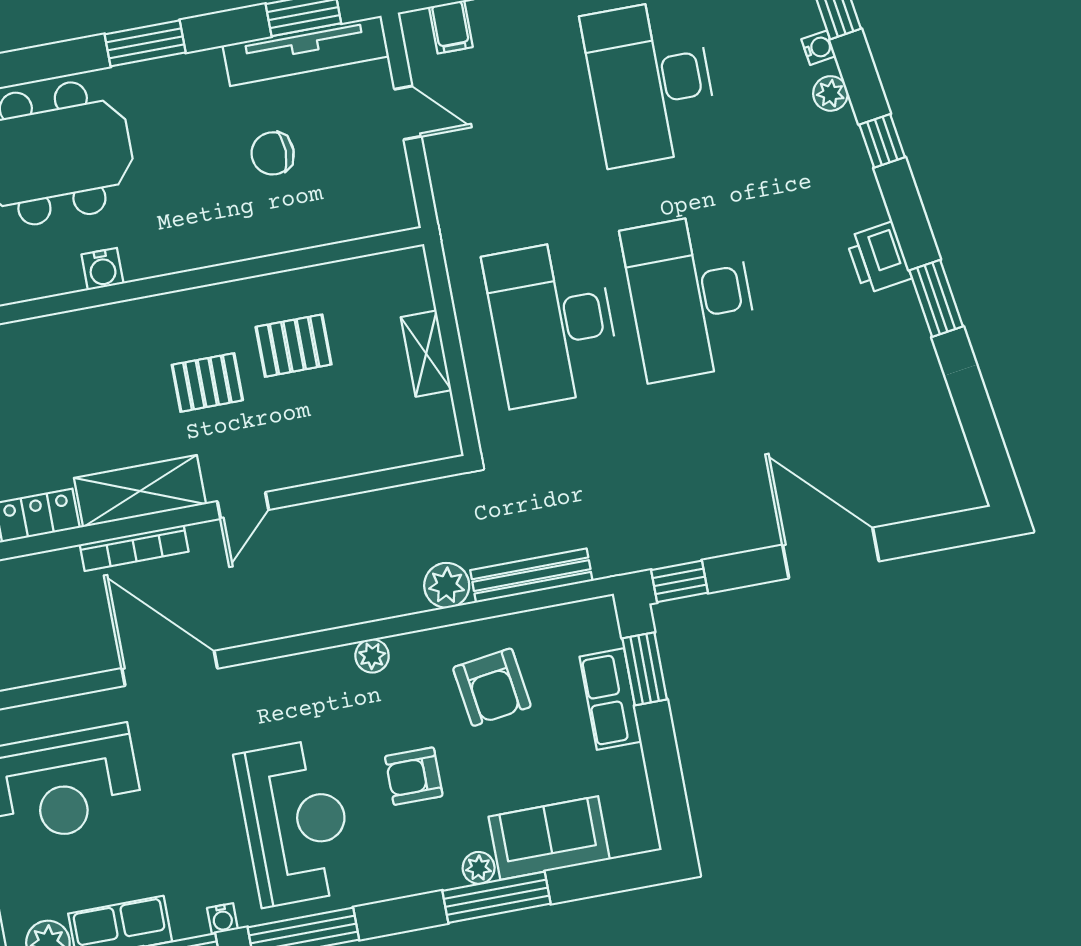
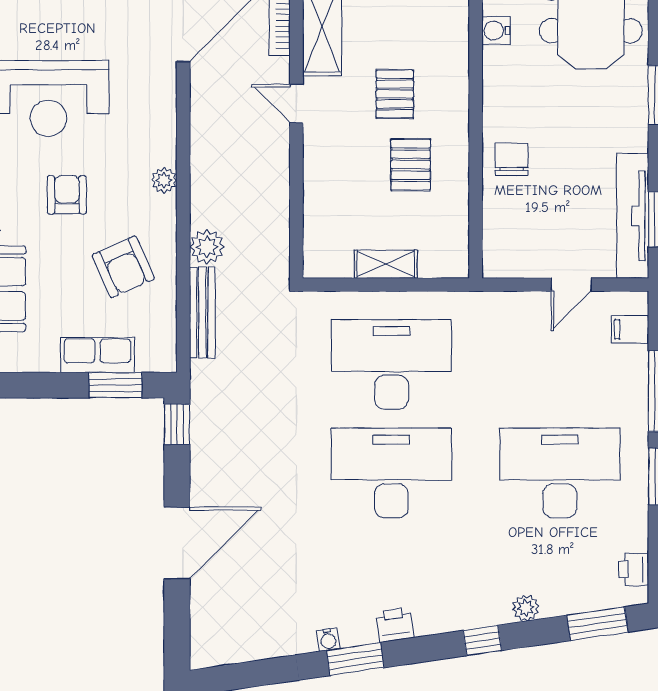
water cooler: (819, 48) -> (328, 640), moved
chair: (273, 153) -> (512, 159), moved
printer: (879, 258) -> (395, 625), width x0.73, depth x0.81
armchair: (492, 687) -> (123, 267), turned -106

